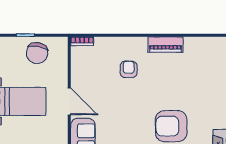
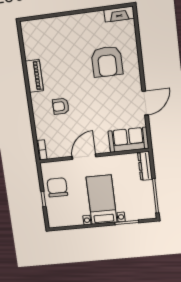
chair: (37, 53) -> (57, 187), turned -101
door: (69, 101) -> (84, 157), moved

